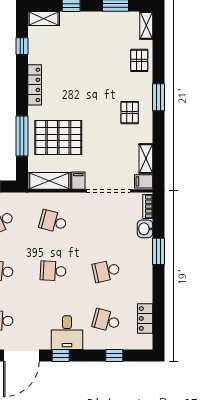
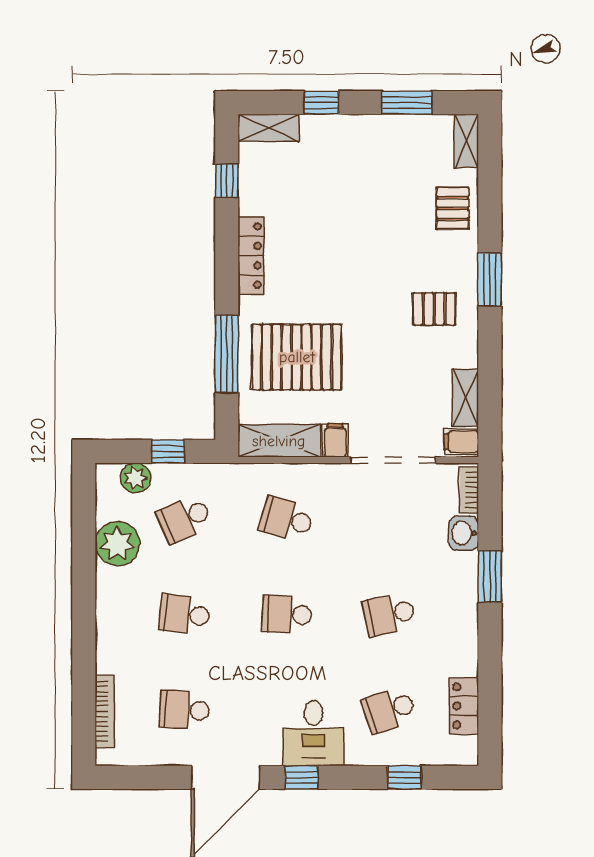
pallet: (130, 113) -> (434, 309), turned 90
school desk: (106, 321) -> (389, 710), turned -33

